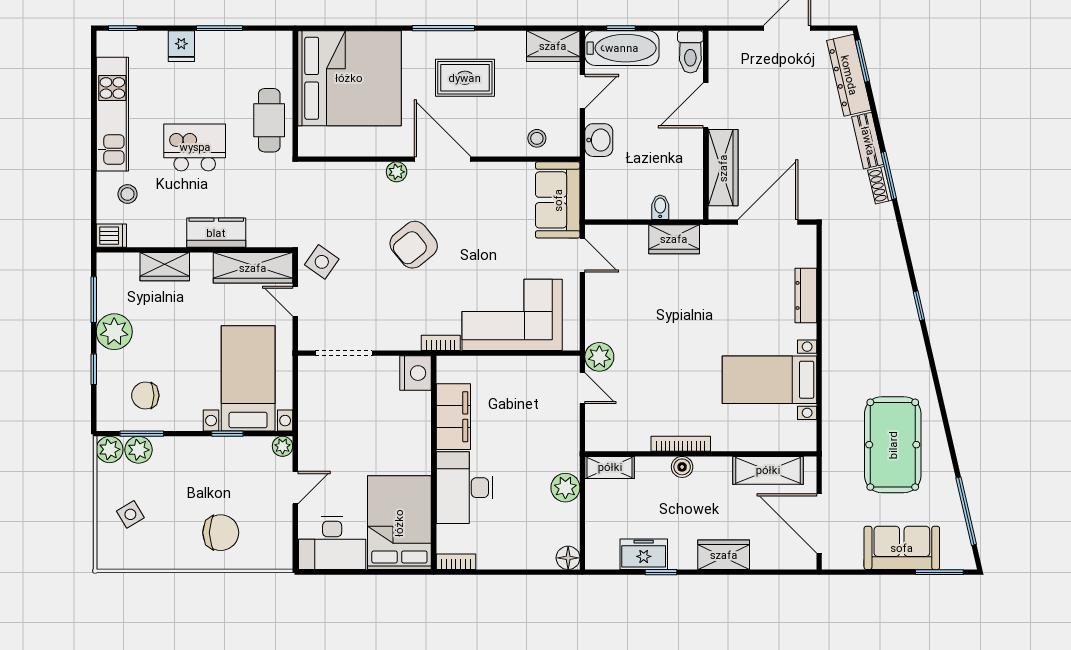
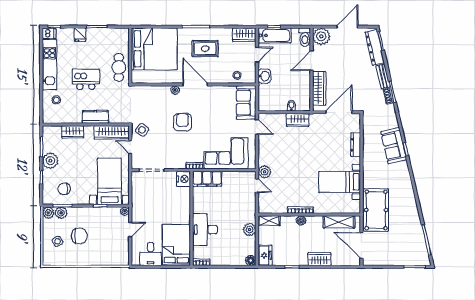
plant: (728, 50) -> (321, 36), added
dishwasher: (111, 236) -> (49, 33), moved
armchair: (414, 245) -> (183, 122), turned 129
filing cabinet: (453, 417) -> (207, 179), moved, turned 90
pool table: (893, 445) -> (376, 210), moved
chair: (221, 533) -> (79, 236), moved
desk: (332, 543) -> (151, 254), width x0.73
sofa: (902, 548) -> (394, 146), moved, turned -103
freezer: (644, 554) -> (265, 255), moved, turned 90

